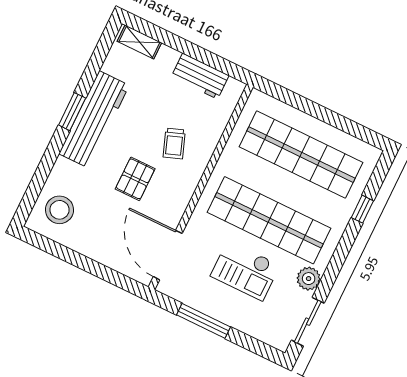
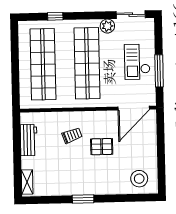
workbench: (94, 119) -> (81, 185), removed
checkout: (245, 270) -> (137, 62), moved, turned 180

